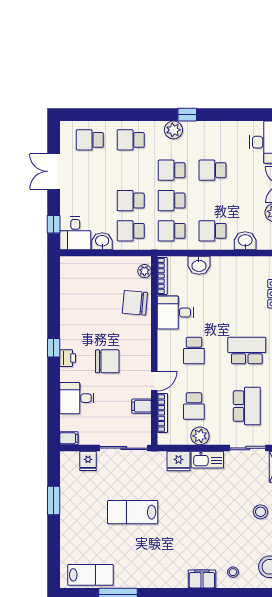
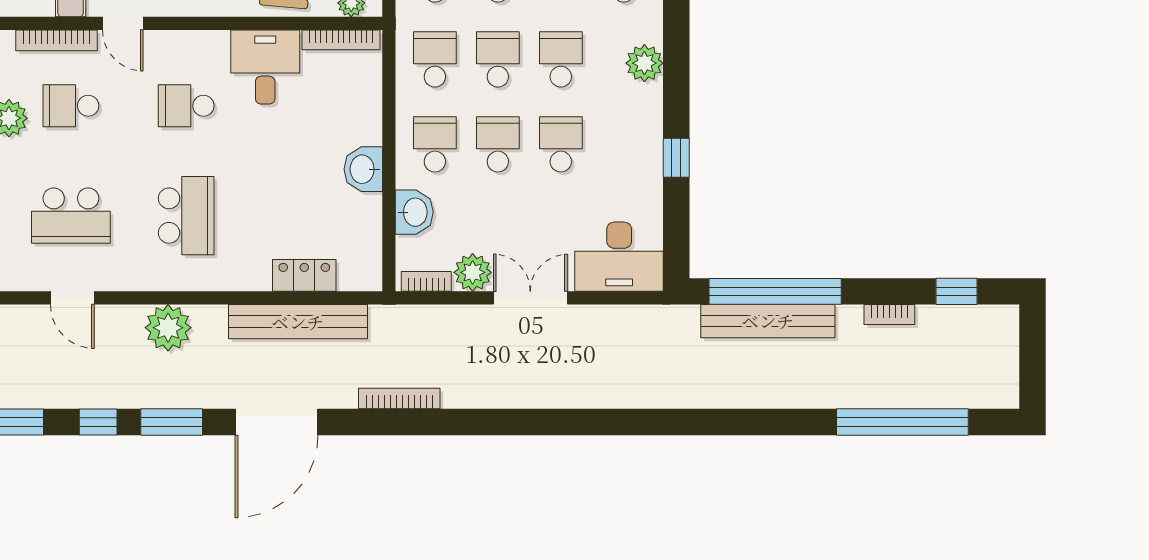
window: (187, 115) -> (676, 158), moved
school desk: (213, 201) -> (498, 144), added
washbasin: (199, 265) -> (363, 169), moved

